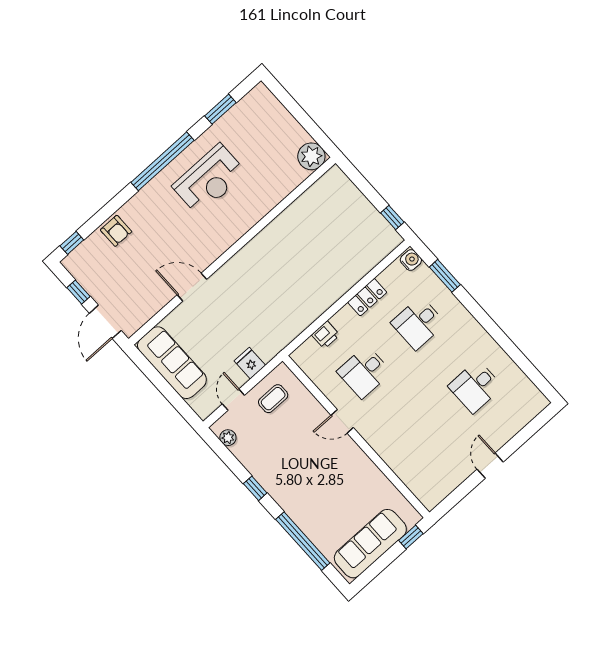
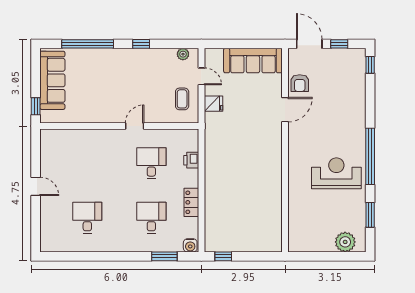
plant: (311, 156) -> (345, 242), moved
reception desk: (209, 179) -> (336, 173), turned 90
armchair: (116, 231) -> (300, 83), moved, turned -90

